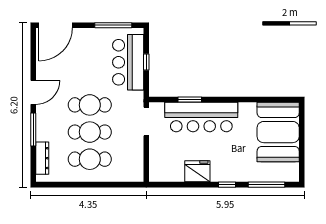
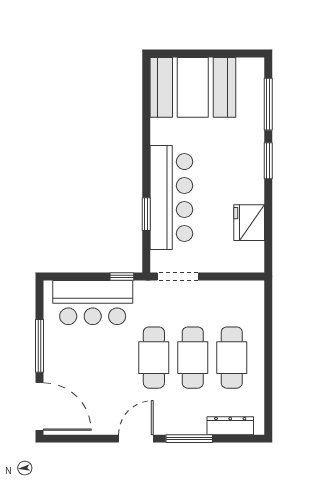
window: (113, 25) -> (39, 346), moved
window: (146, 62) -> (122, 277), moved
door: (33, 92) -> (136, 439), hinge flipped
fridge: (197, 171) -> (249, 223), moved
window: (227, 185) -> (268, 161), width x1.50

